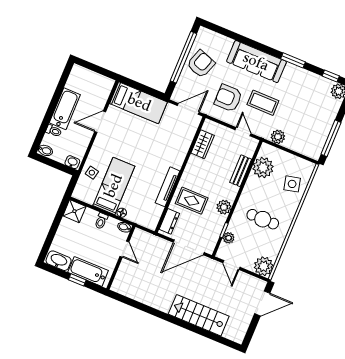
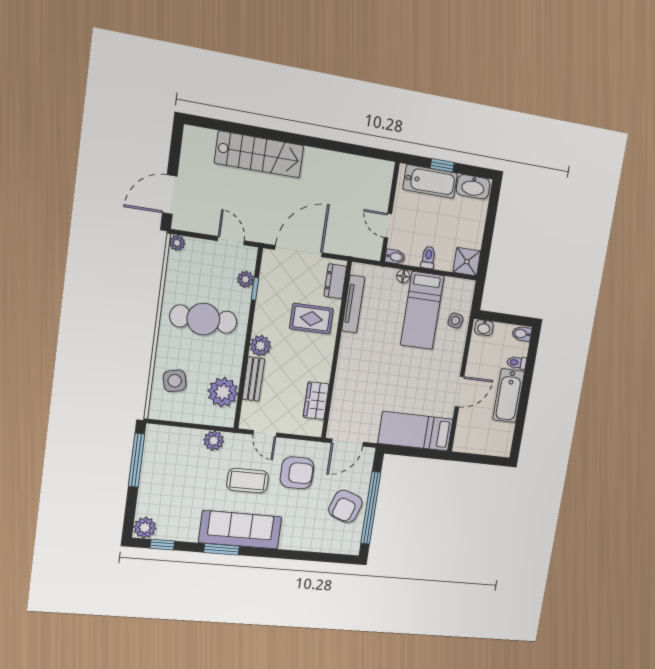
sofa: (256, 62) -> (240, 530), moved
tv unit: (168, 187) -> (353, 304), moved
plant: (224, 207) -> (260, 346), moved
cafe table: (263, 219) -> (203, 319), width x1.37, depth x1.35
plant: (264, 266) -> (177, 243), width x0.53, depth x0.53

